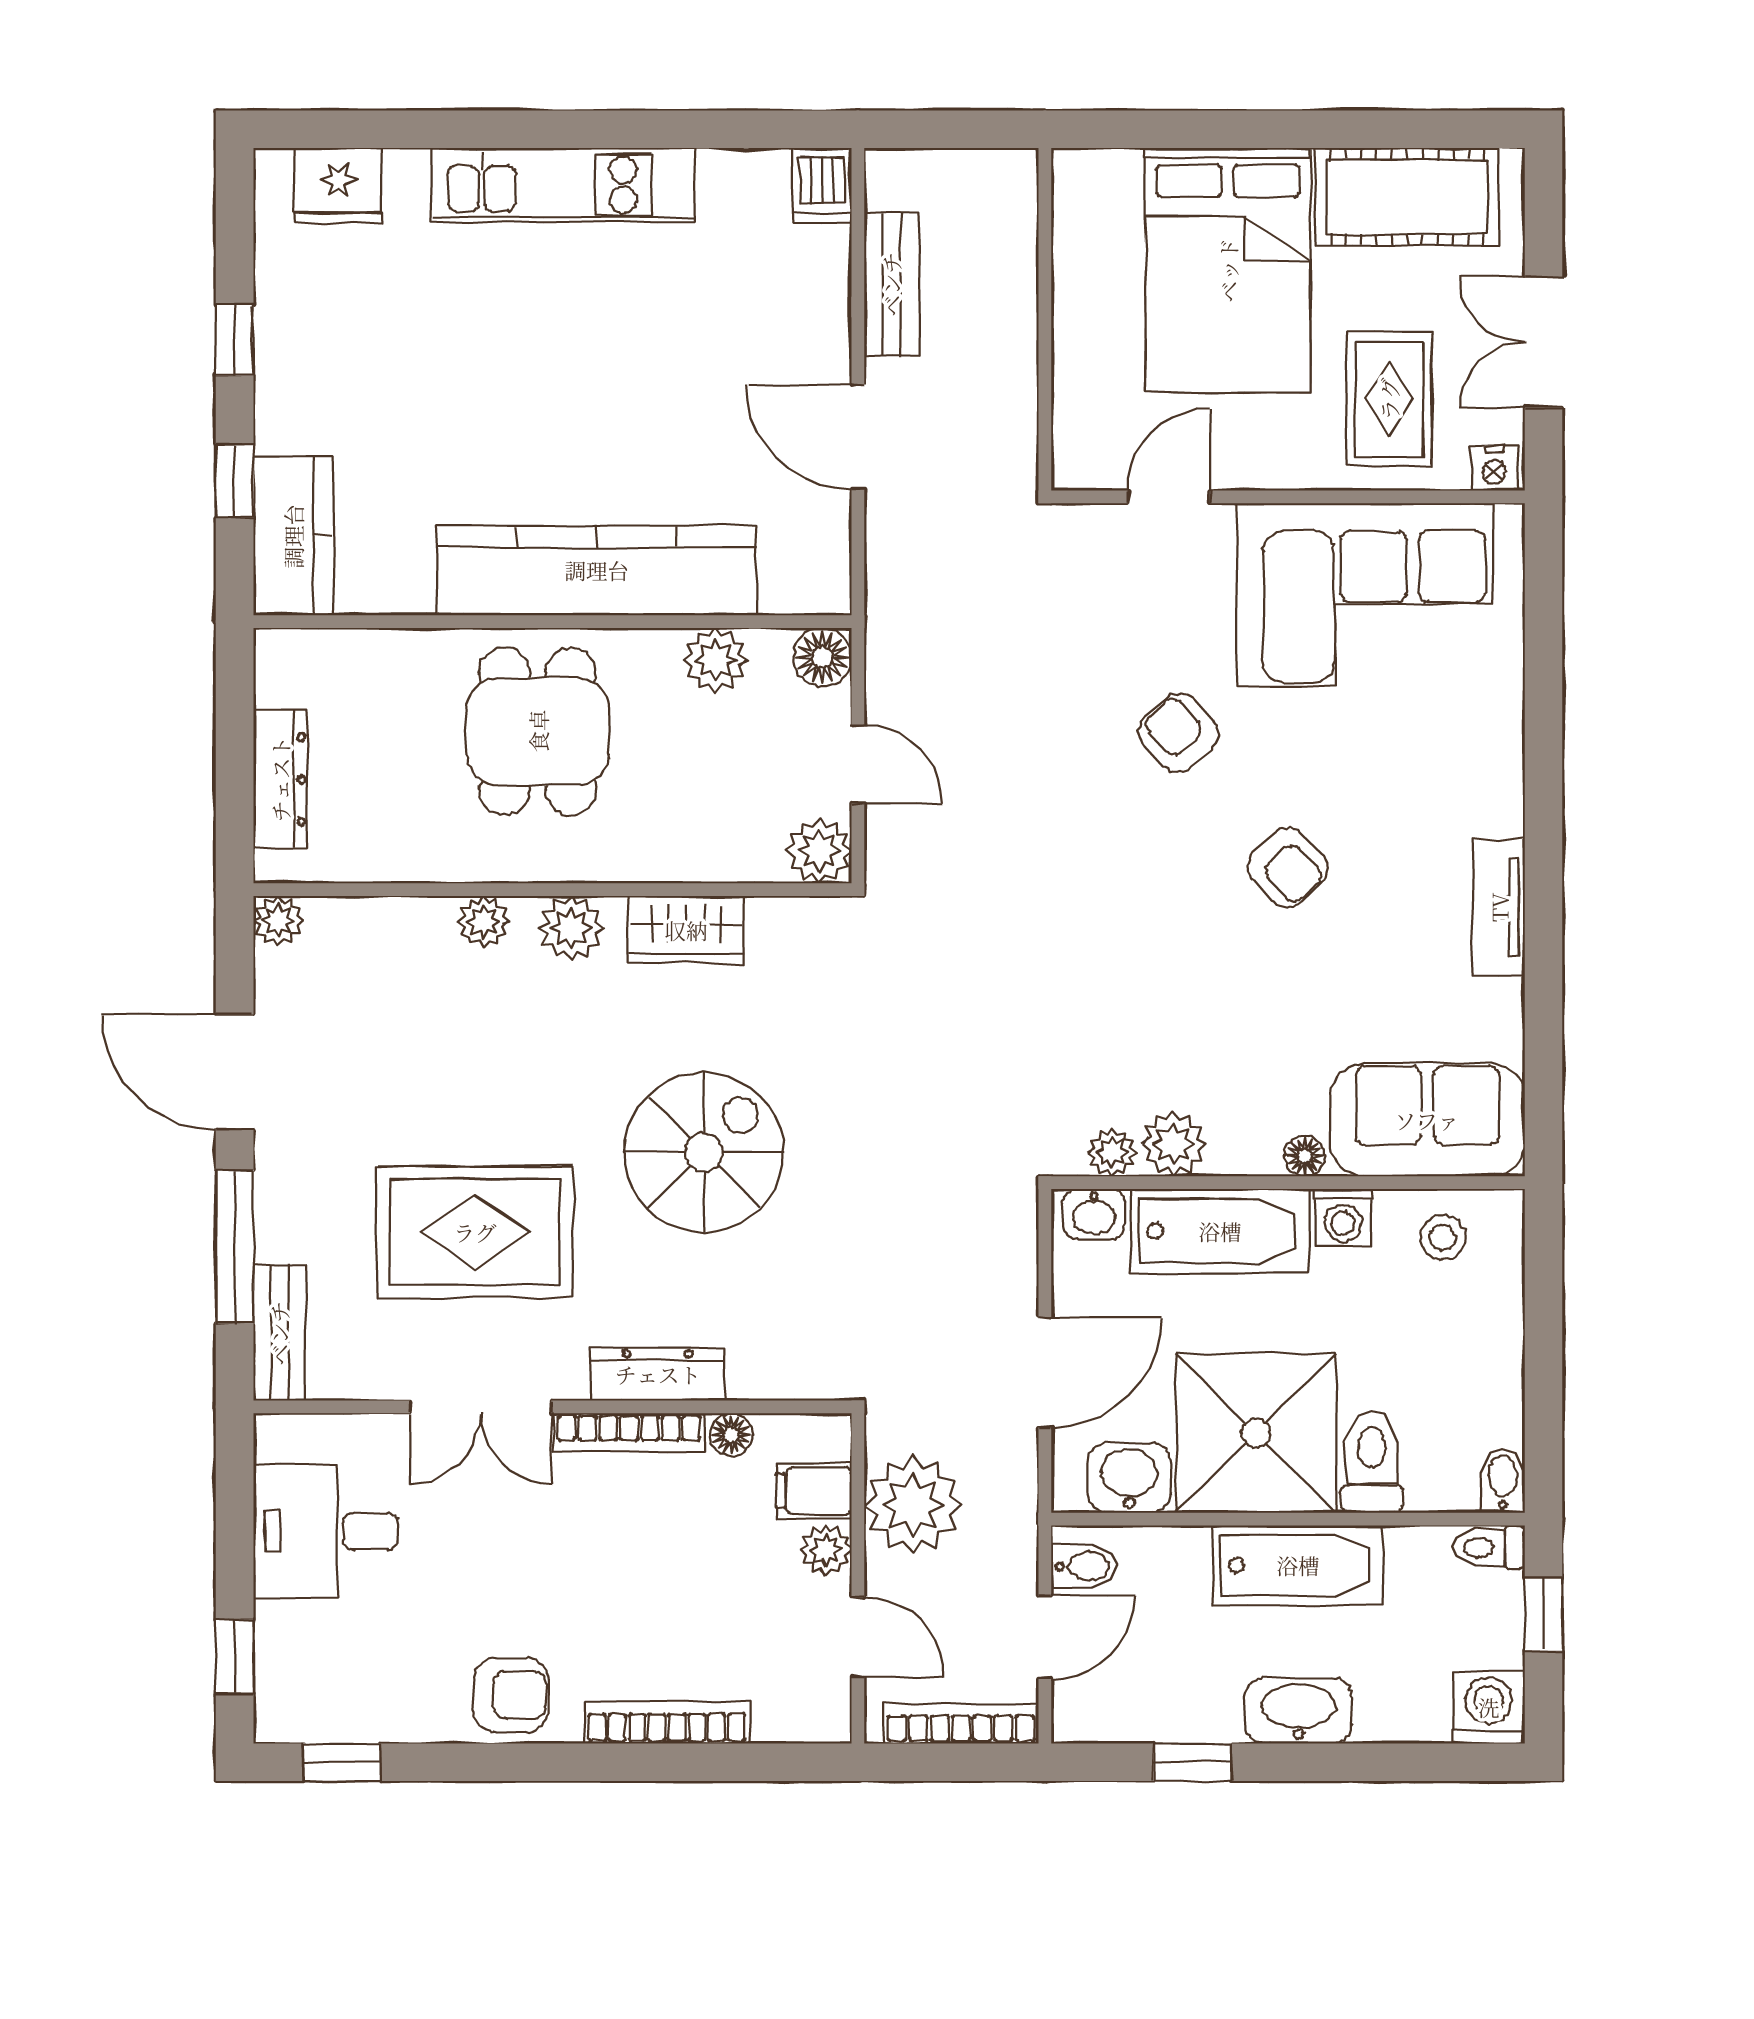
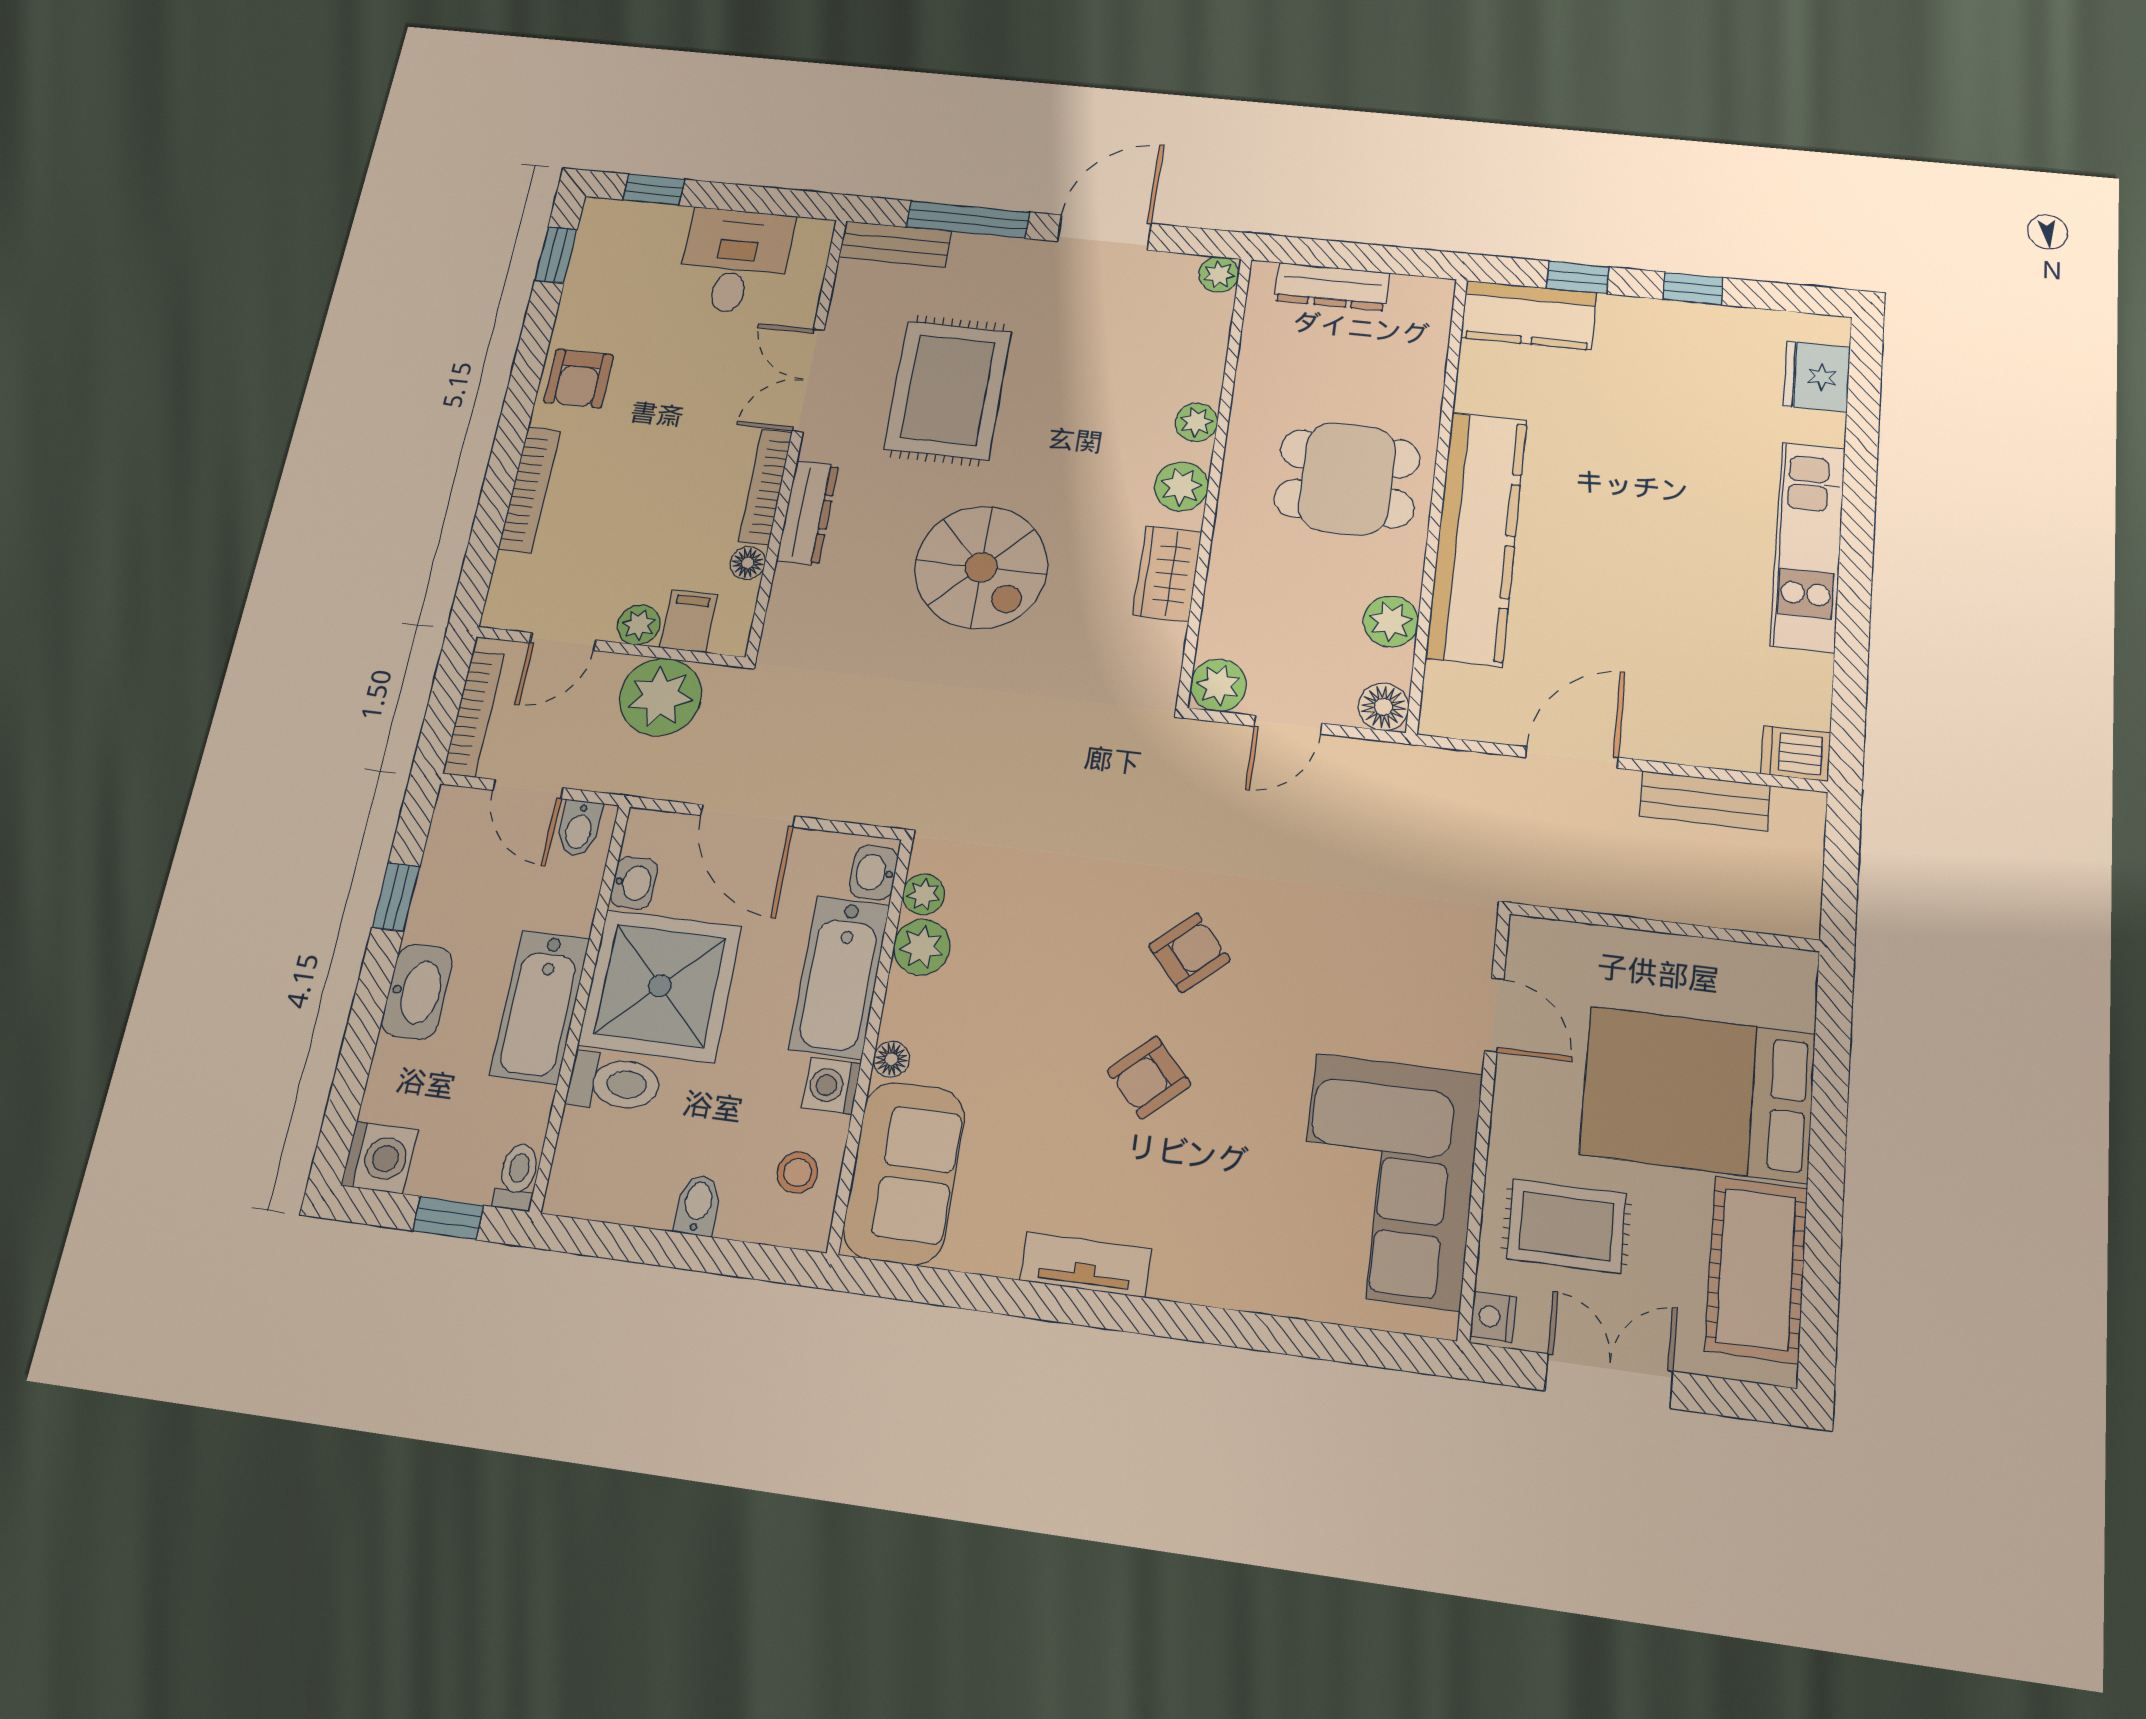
armchair: (1179, 733) -> (1189, 953), moved
washbasin: (1129, 1478) -> (634, 883), width x0.72, depth x0.69
bidet: (1503, 1480) -> (698, 1205), moved, turned -90

